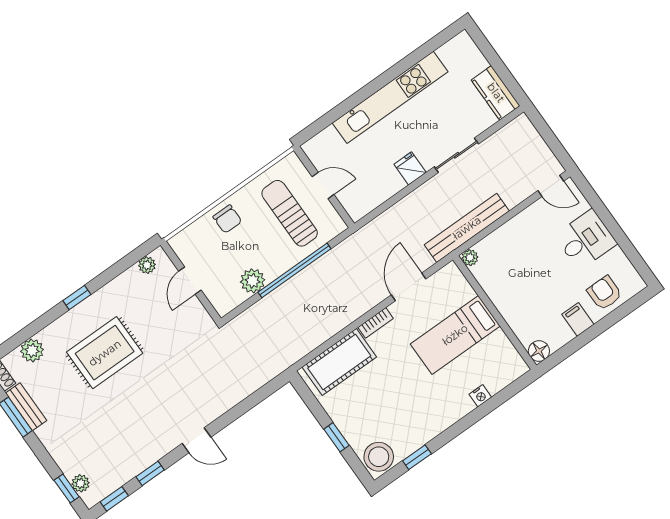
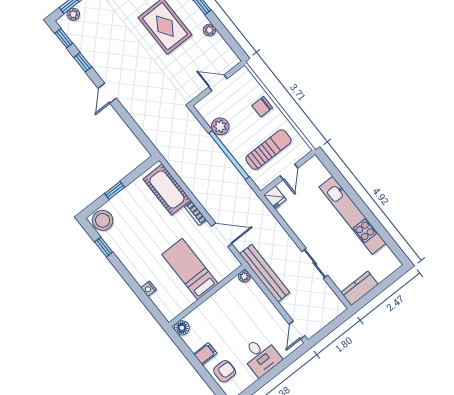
fridge: (410, 168) -> (275, 197), moved, turned 90
plant: (147, 265) -> (209, 30), moved

